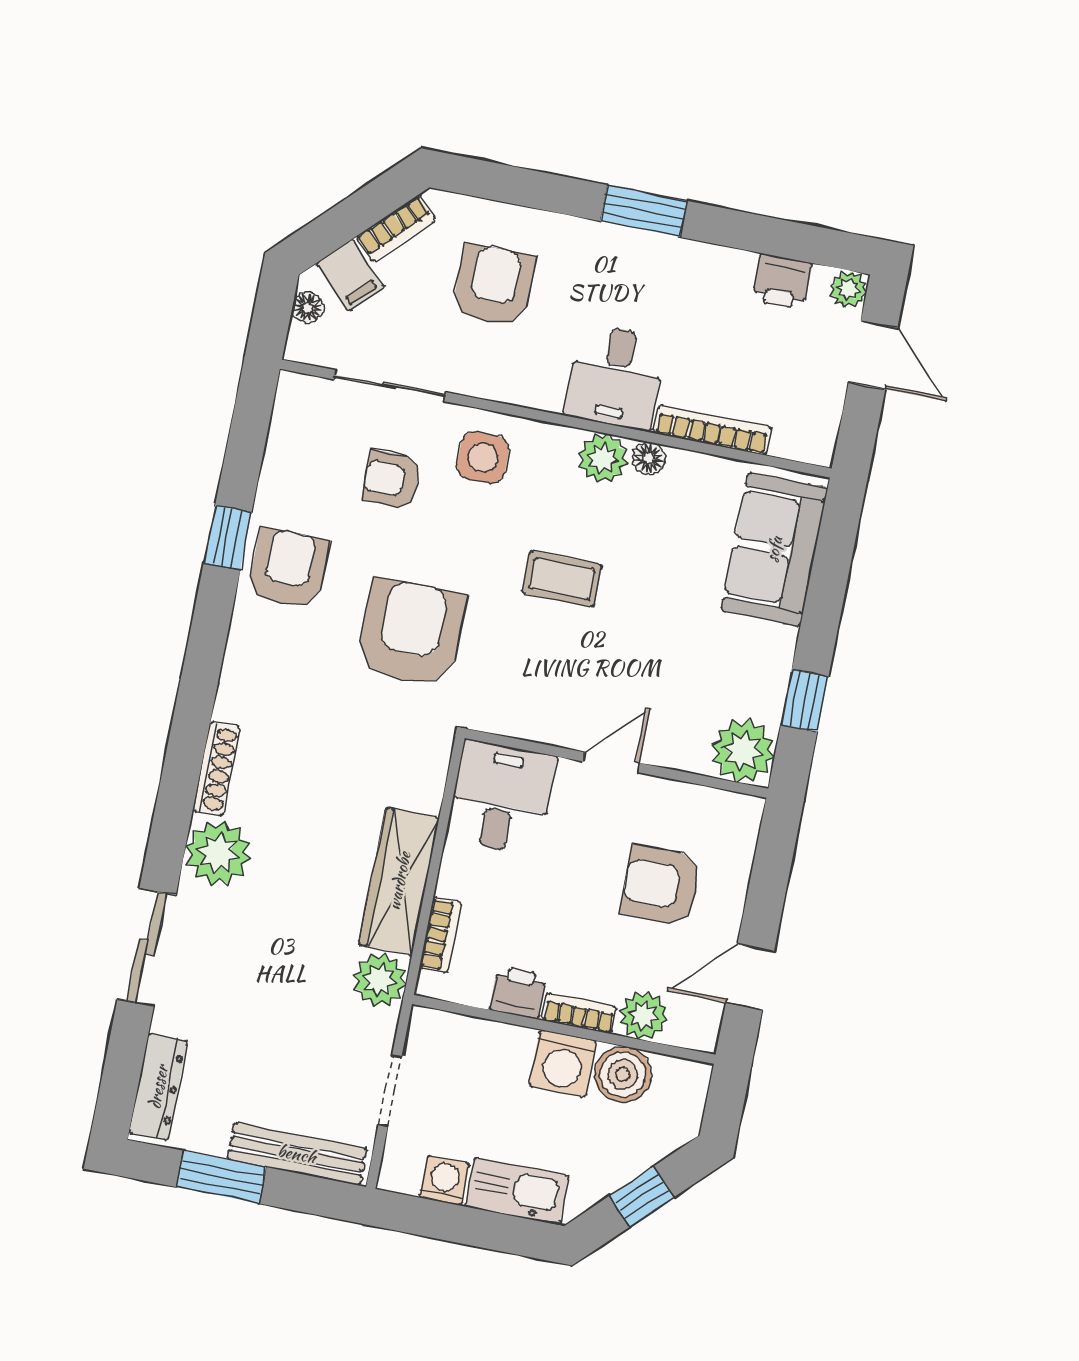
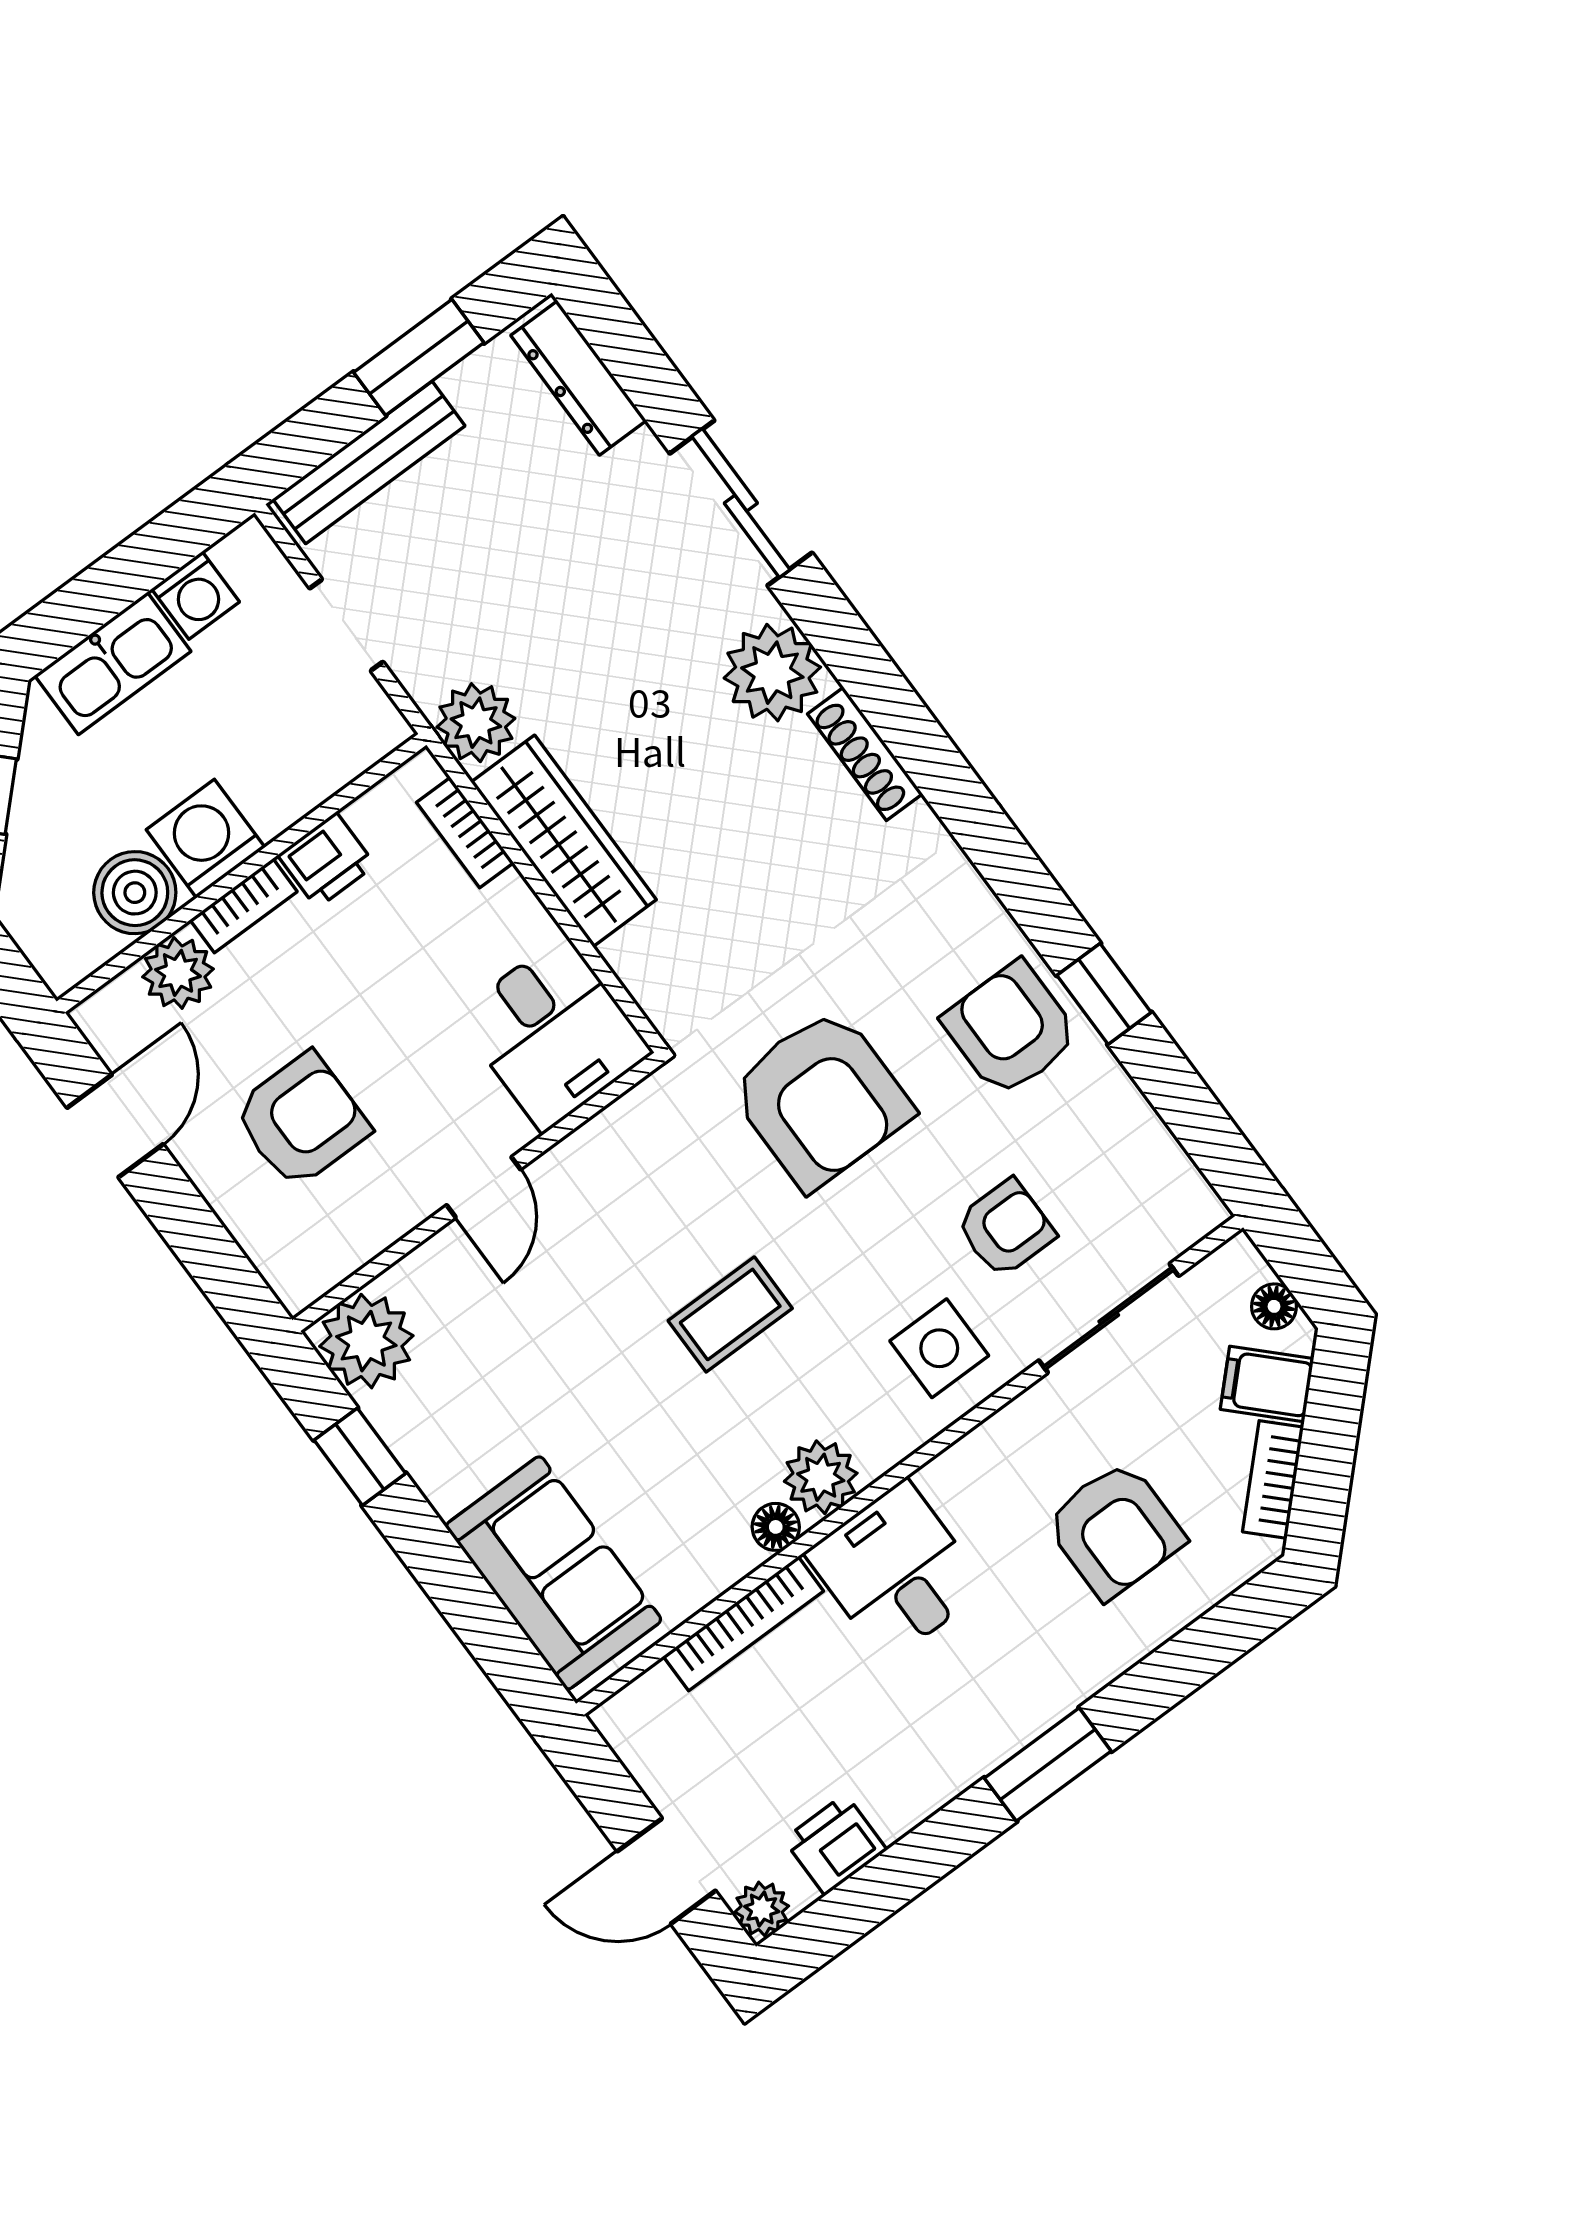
armchair: (289, 568) -> (1011, 1029), turned 180

